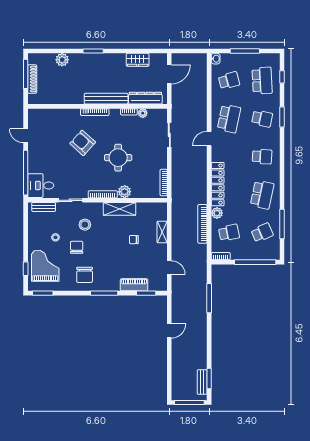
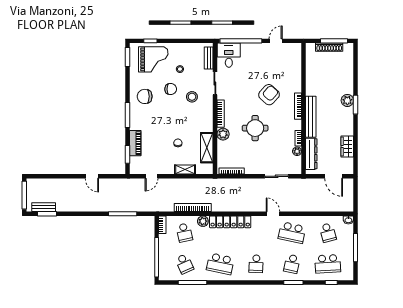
plant: (62, 60) -> (347, 100), moved
shelving: (120, 209) -> (207, 148), moved

